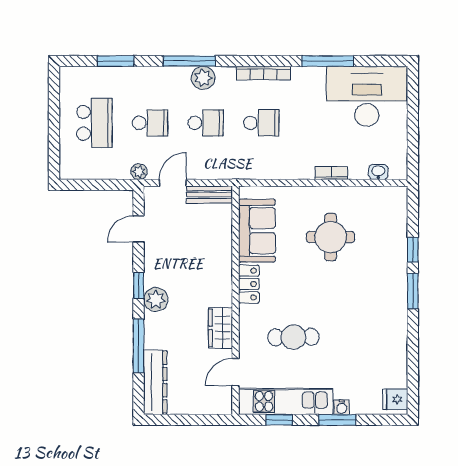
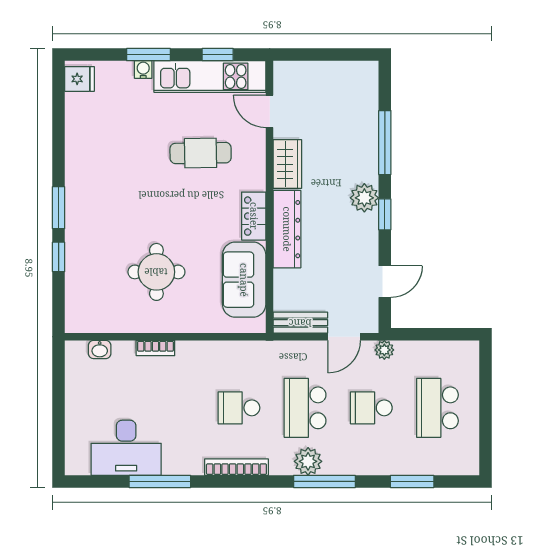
desk: (367, 96) -> (126, 448), width x0.73, depth x0.77
school desk: (206, 123) -> (305, 408), width x1.85
door: (235, 372) -> (270, 111), swing flipped
dresser: (155, 382) -> (287, 229), moved, turned 180

